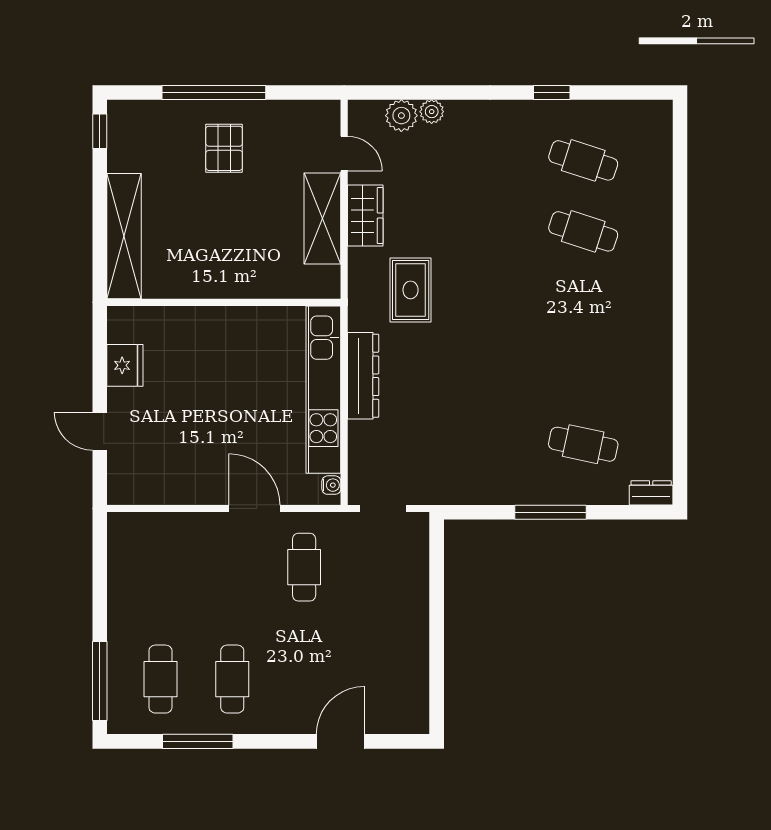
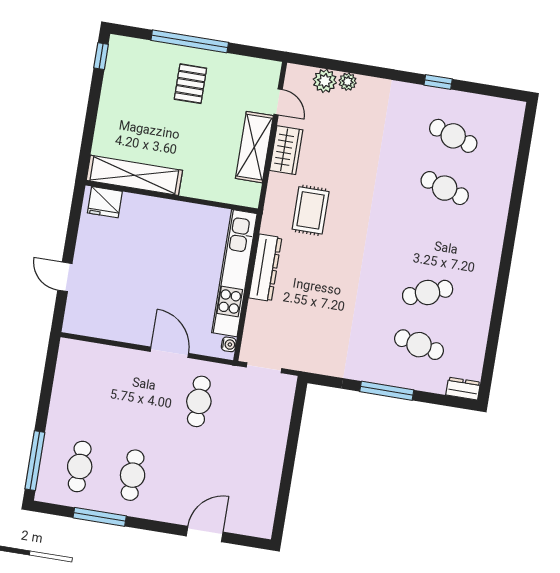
shelving: (124, 236) -> (134, 175), moved, turned 90
fridge: (125, 365) -> (105, 202), moved, turned 90
cafe table: (583, 373) -> (428, 292), added

